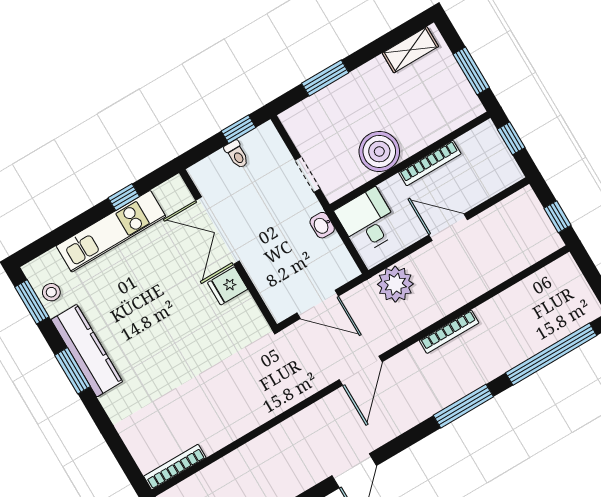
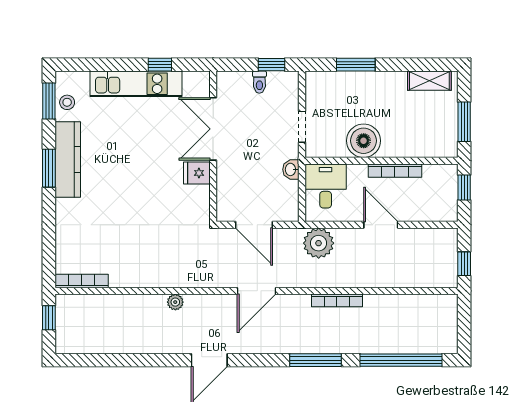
plant: (284, 432) -> (175, 302), added

